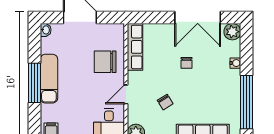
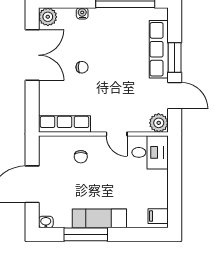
chair: (105, 62) -> (81, 157), width x0.54, depth x0.54
window: (34, 83) -> (86, 234), moved
chair: (165, 102) -> (125, 91), removed

